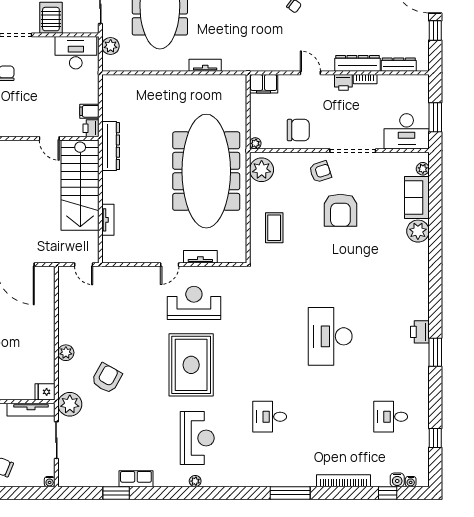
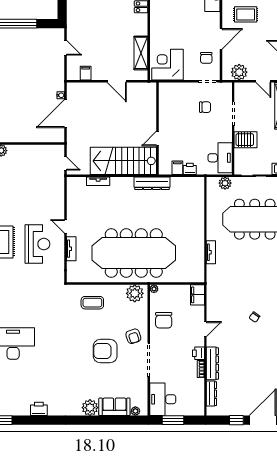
printer: (91, 128) -> (190, 169), moved
door: (84, 265) -> (65, 164), swing flipped
printer: (420, 332) -> (39, 409), moved

